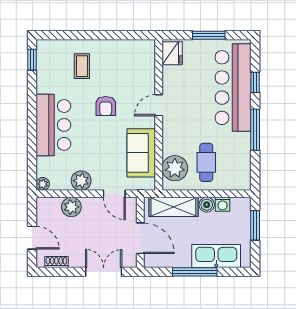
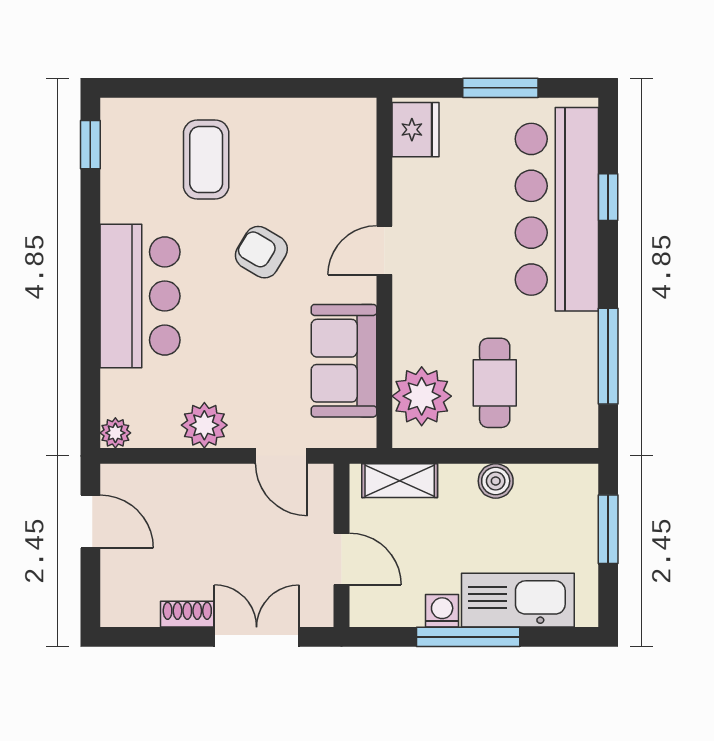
coffee table: (82, 66) -> (206, 160), width x1.36, depth x1.30
armchair: (106, 106) -> (261, 252), turned 121
window: (255, 130) -> (608, 356), moved
washing machine: (223, 204) -> (442, 611), moved, turned 180
plant: (71, 207) -> (182, 486), removed
shelving: (173, 207) -> (400, 481), width x0.67, depth x0.75
door: (32, 238) -> (90, 521), moved
door: (140, 238) -> (342, 559), width x0.73
shoe rack: (56, 262) -> (187, 614), moved

